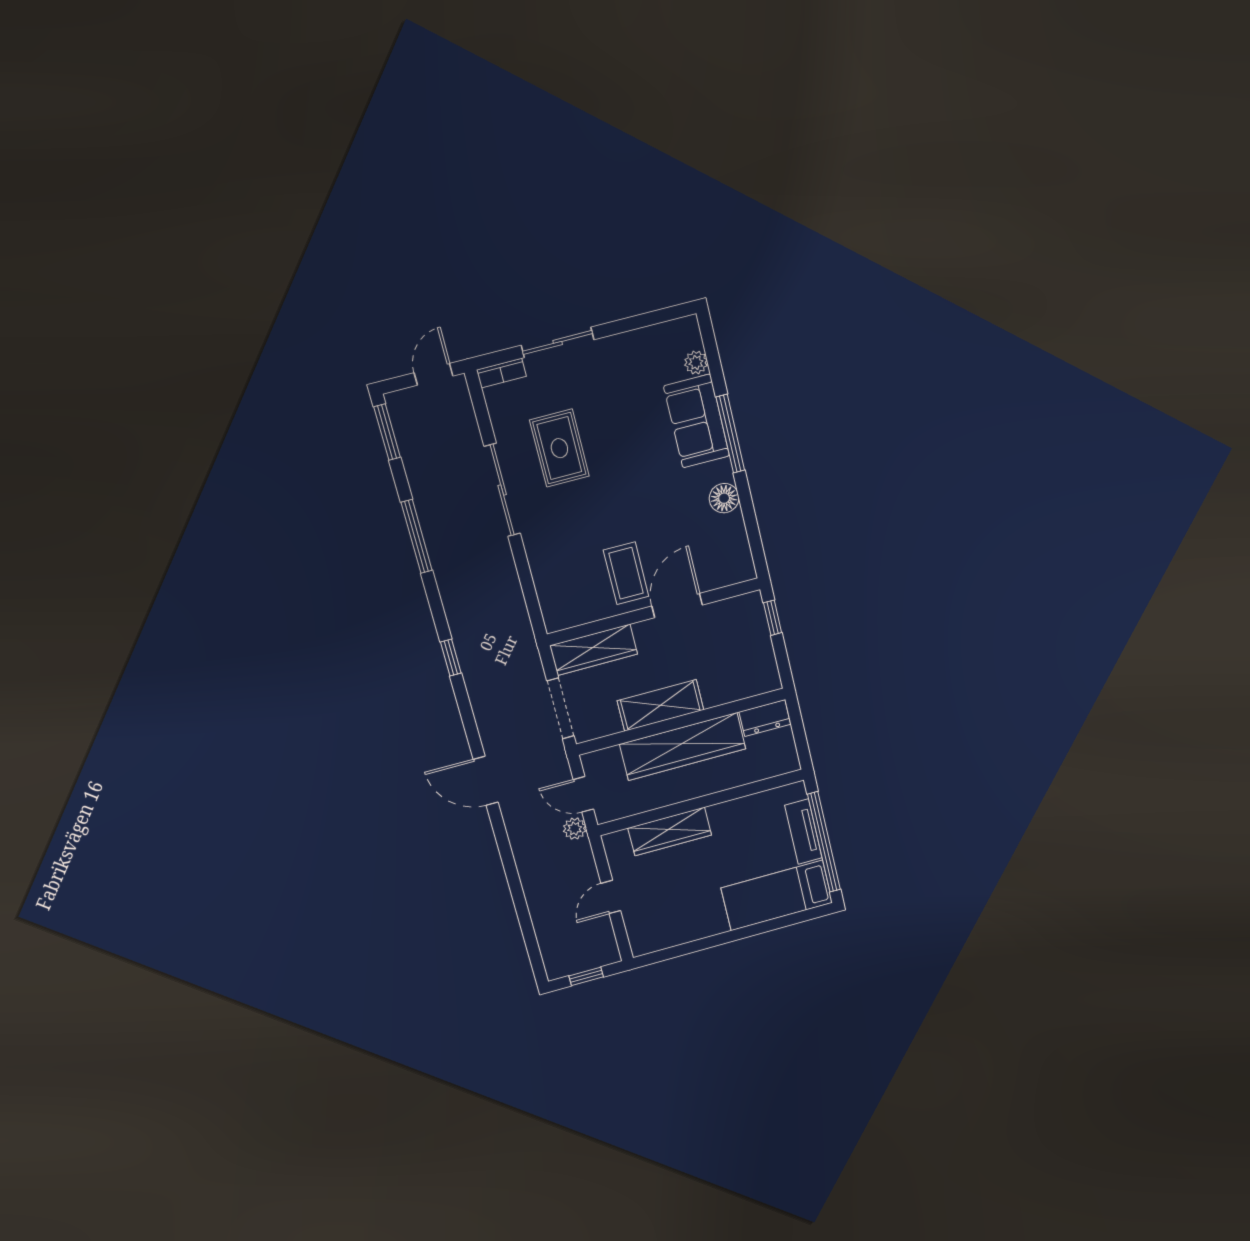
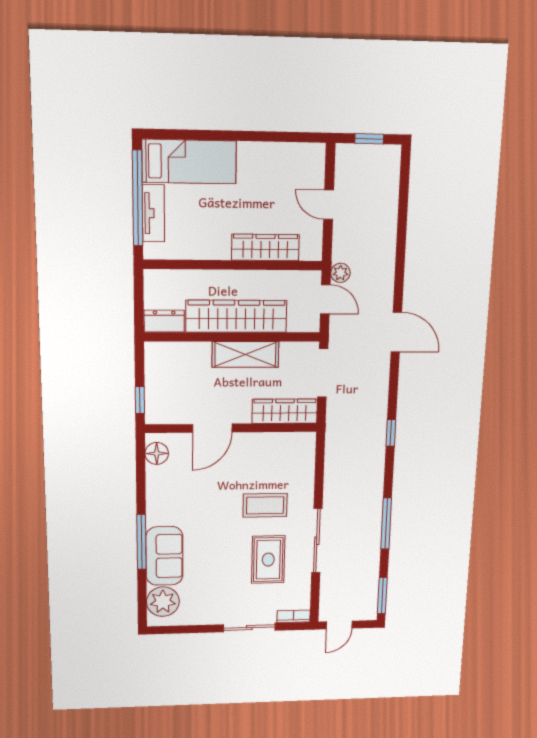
plant: (696, 363) -> (163, 602), width x1.88, depth x1.88
floor lamp: (724, 498) -> (157, 453), moved
coffee table: (626, 573) -> (265, 505), moved, turned 90
door: (611, 897) -> (329, 205), swing flipped

